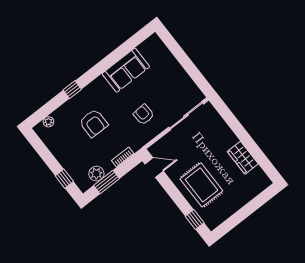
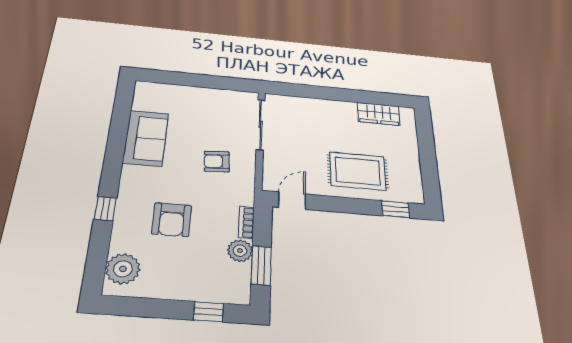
plant: (48, 122) -> (123, 269), width x1.88, depth x1.88
armchair: (94, 123) -> (172, 220), turned 90
wardrobe: (243, 158) -> (379, 114), moved
plant: (96, 174) -> (240, 251), moved

